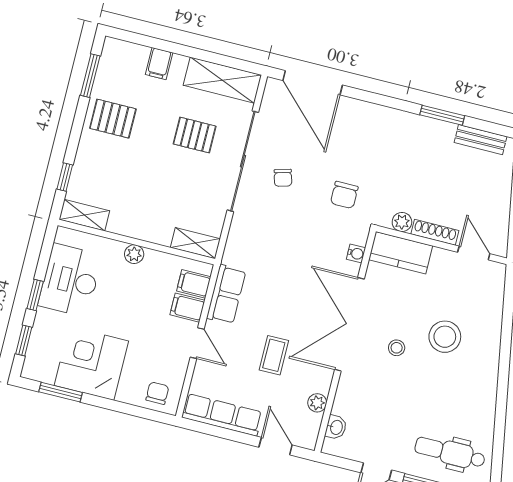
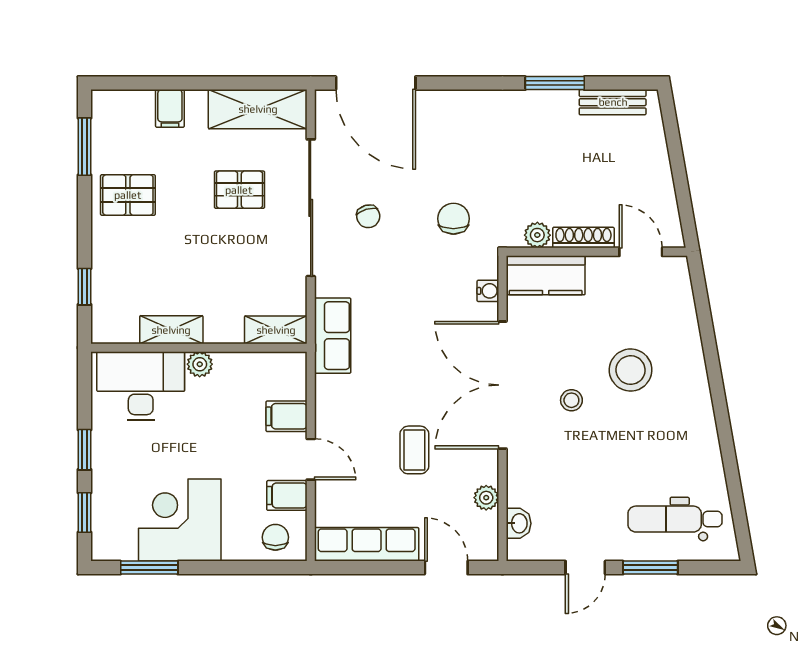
chair: (344, 195) -> (453, 219), turned 180
shelving: (84, 215) -> (171, 330), moved
desk: (70, 280) -> (141, 386), moved, turned 90
filing cabinet: (194, 284) -> (287, 495), moved
row of seats: (226, 294) -> (333, 336), moved

